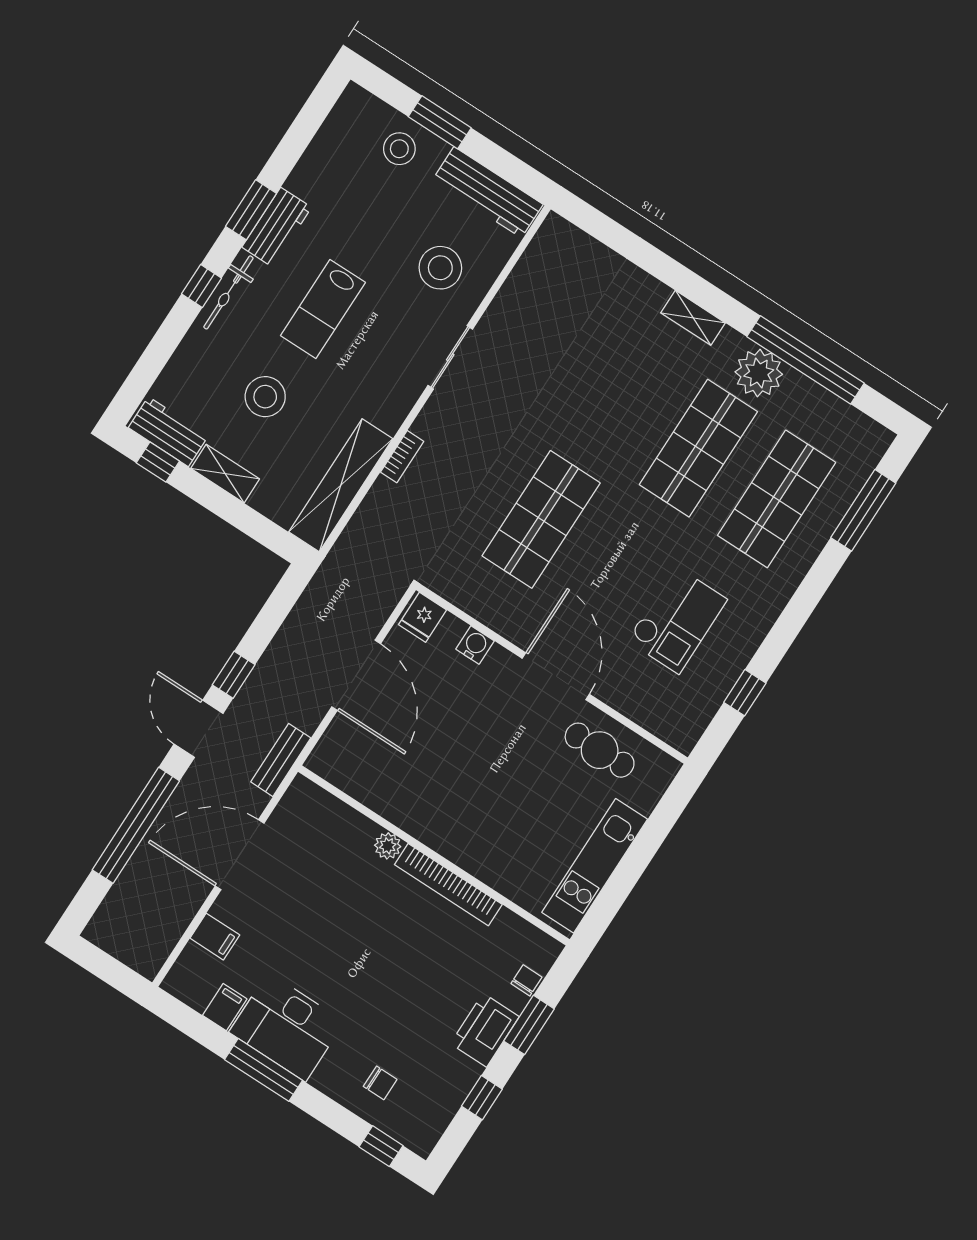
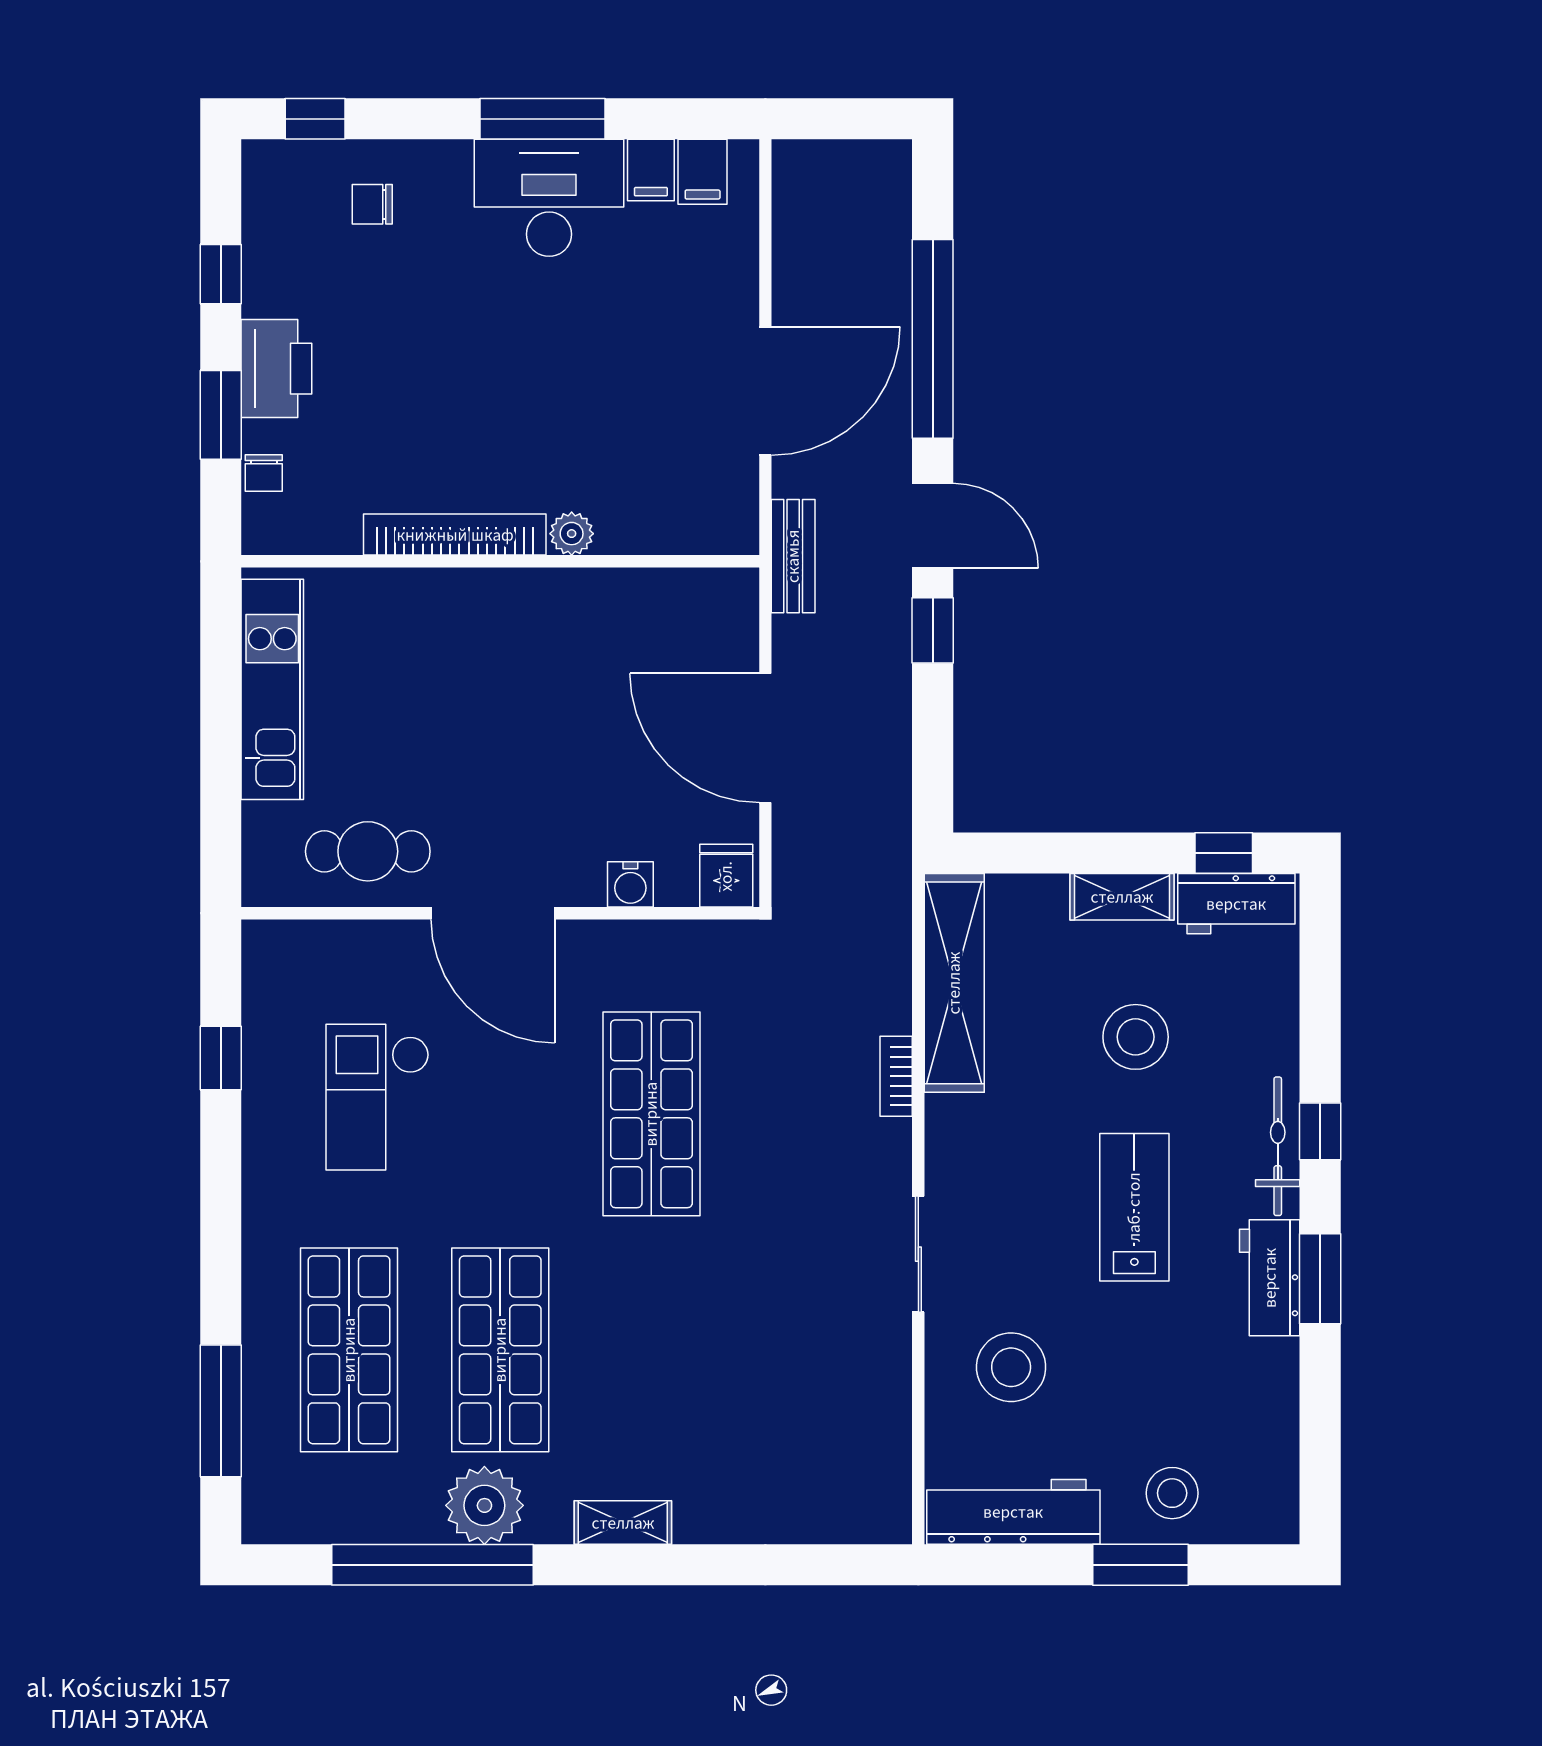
filing cabinet: (215, 937) -> (703, 172), moved, turned -90

